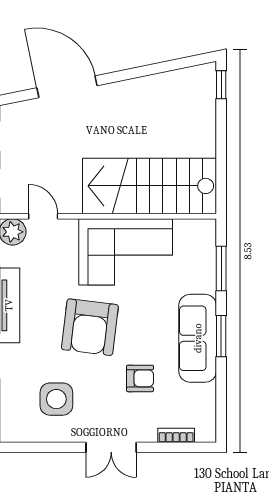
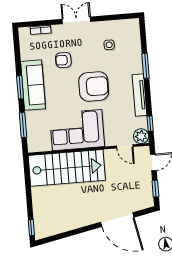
armchair: (90, 327) -> (94, 86), turned 83
side table: (56, 399) -> (109, 45), width x0.54, depth x0.54

